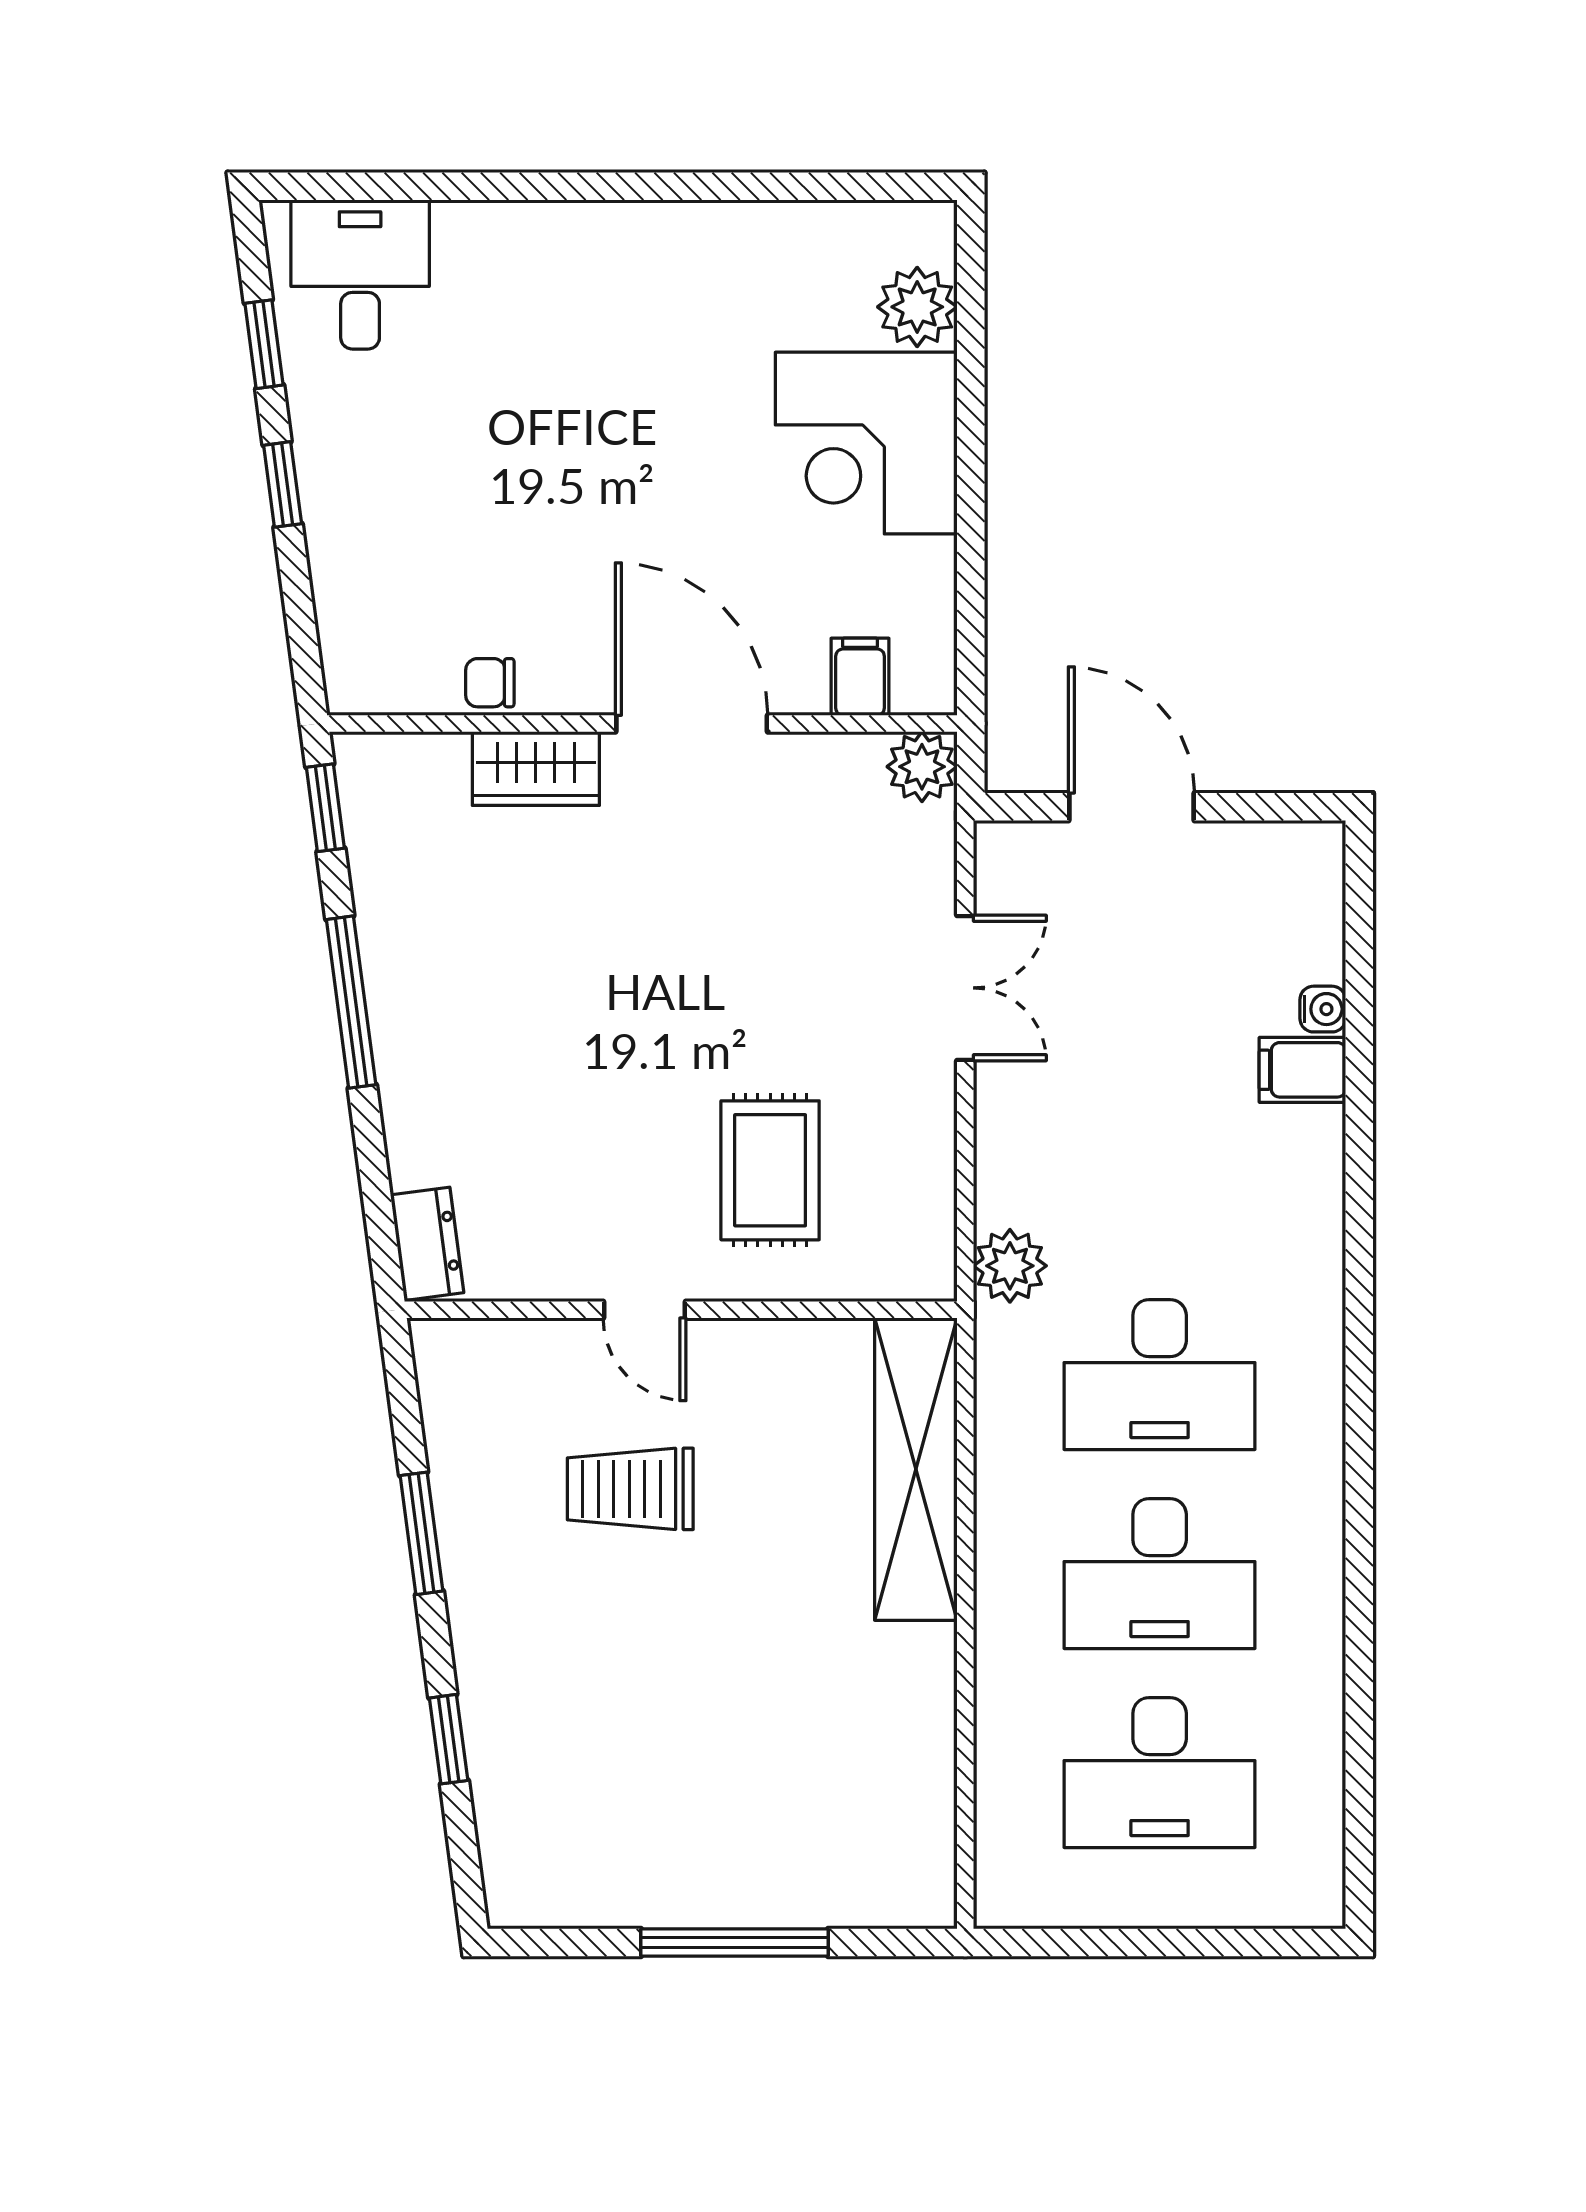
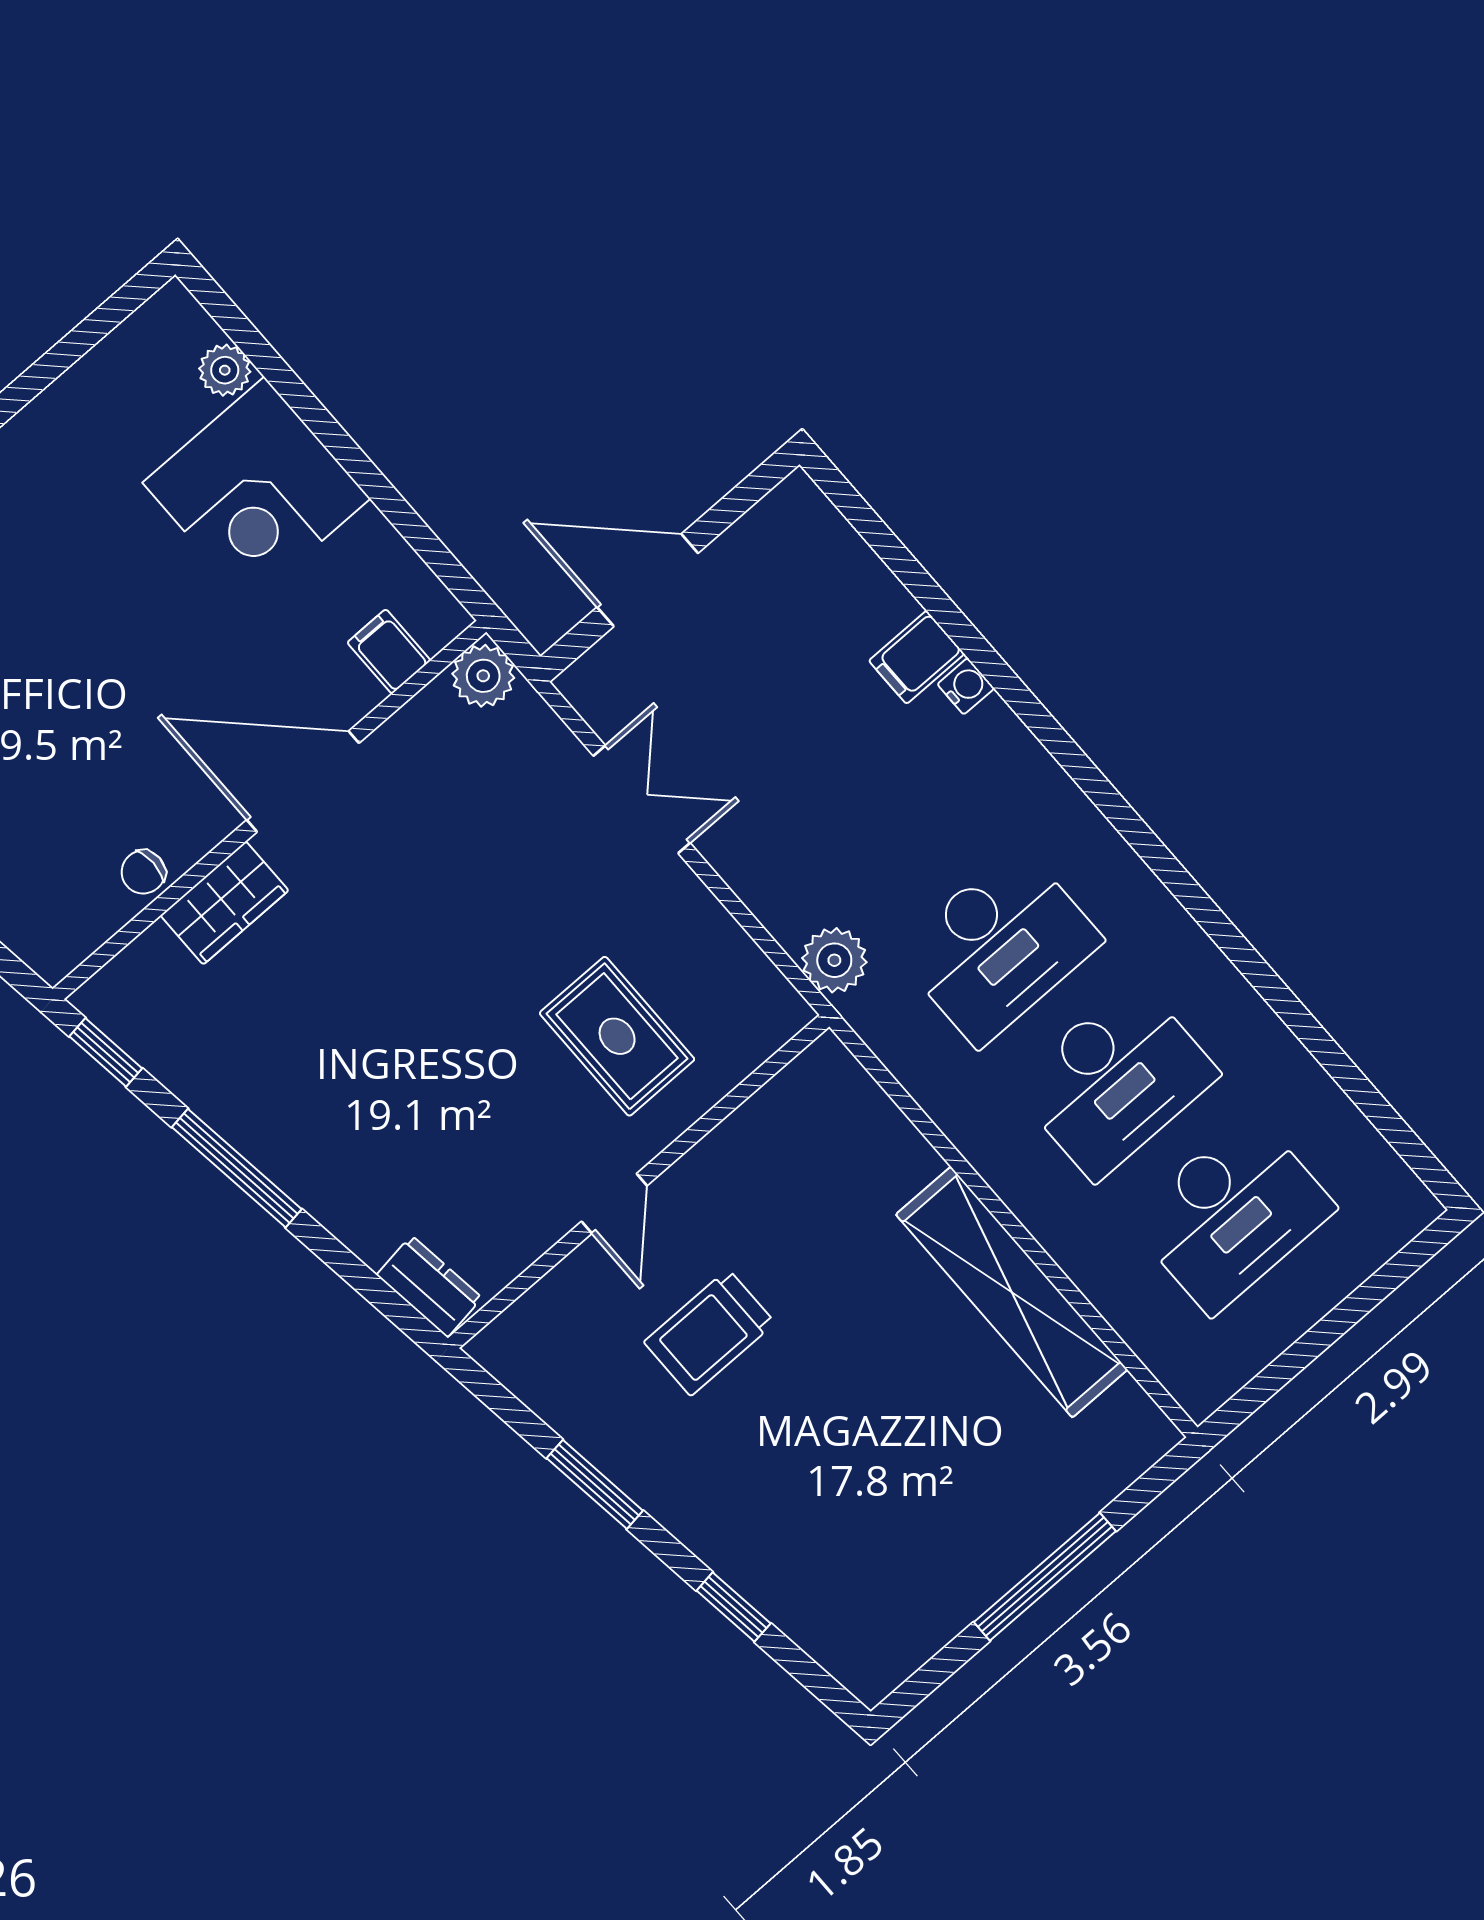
plant: (917, 307) -> (225, 370), width x0.73, depth x0.73
water cooler: (1323, 1009) -> (966, 686), moved
door: (645, 1310) -> (614, 1204), hinge flipped
shelving: (916, 1469) -> (1012, 1292), moved

